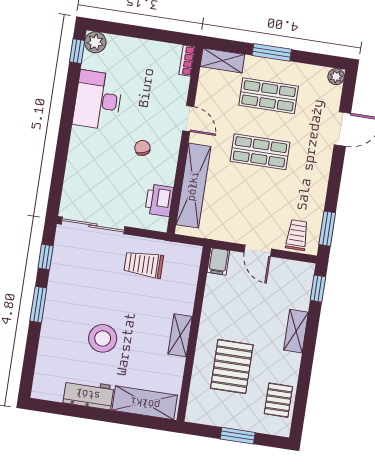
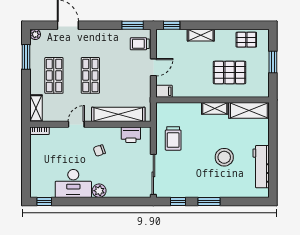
plant: (95, 42) -> (99, 191), moved
window: (272, 52) -> (26, 57), moved
workbench: (88, 394) -> (261, 167), width x1.38
shelving: (145, 403) -> (249, 110), moved, turned 90

